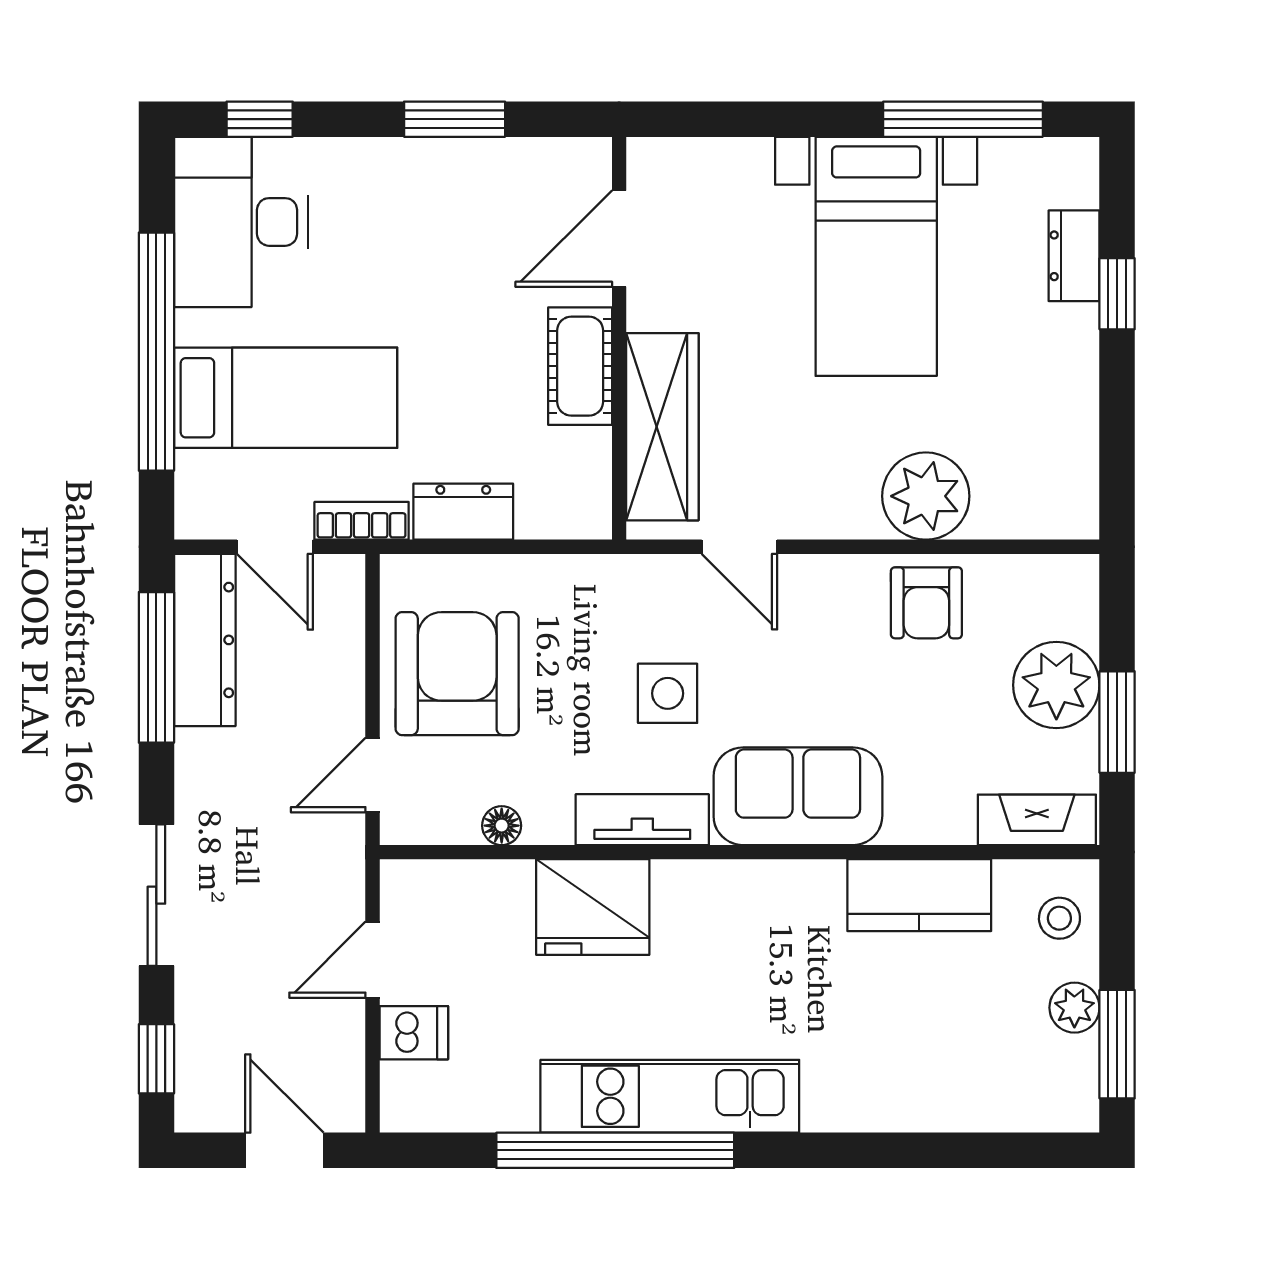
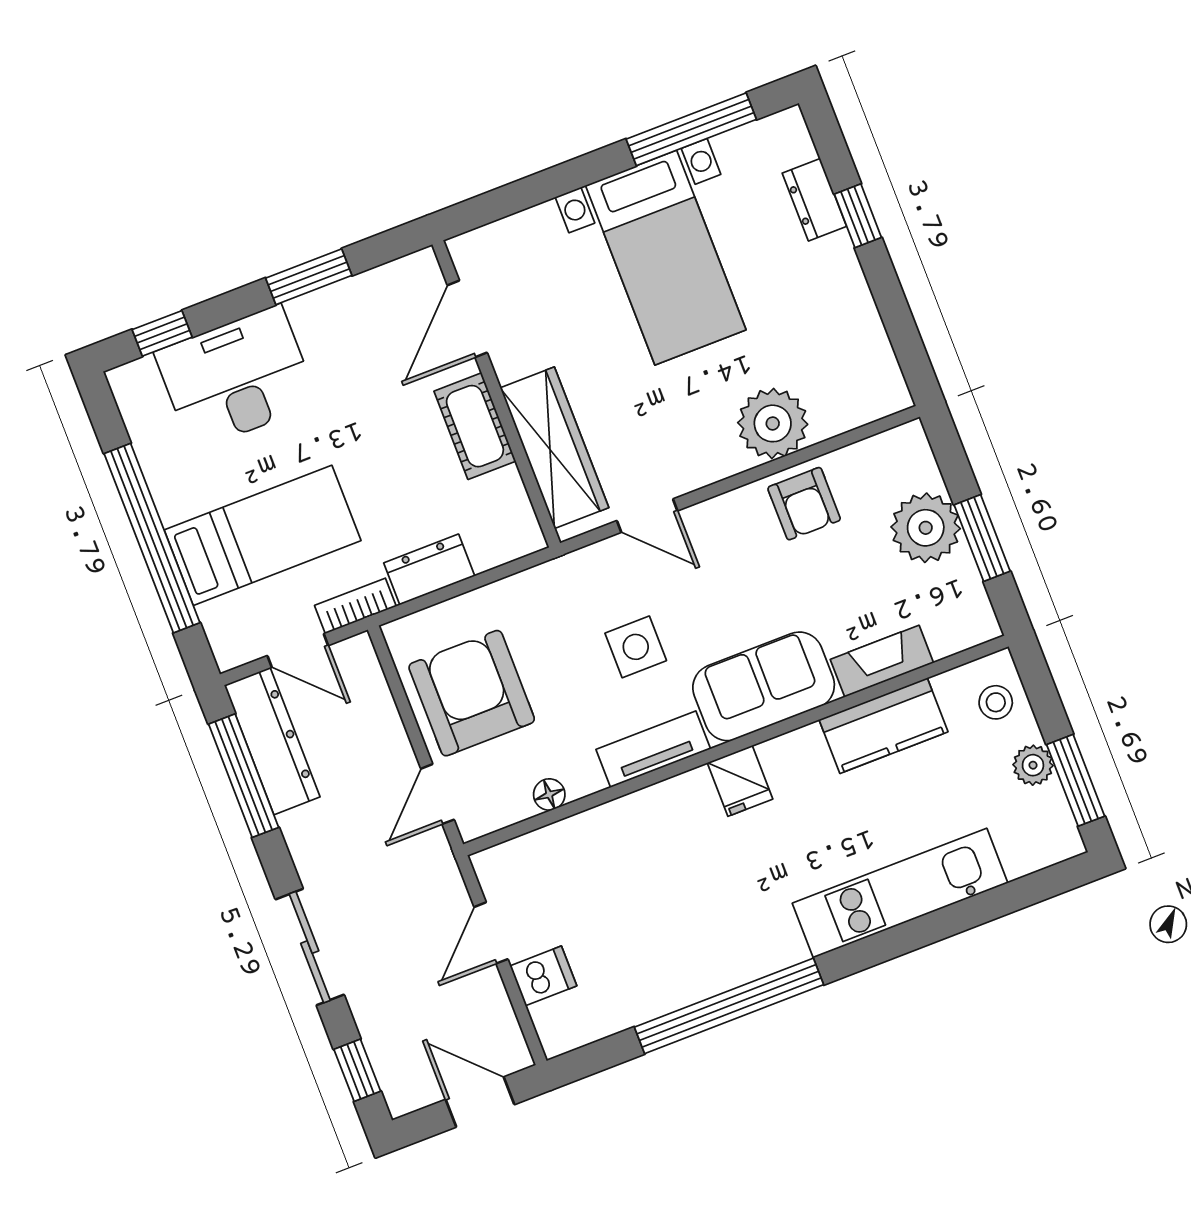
desk: (241, 222) -> (236, 378), moved, turned 90
fireplace: (1037, 820) -> (882, 661), moved
fridge: (593, 907) -> (740, 781), moved, width x0.53, depth x0.75
kitchen unit: (670, 1096) -> (900, 893), moved

